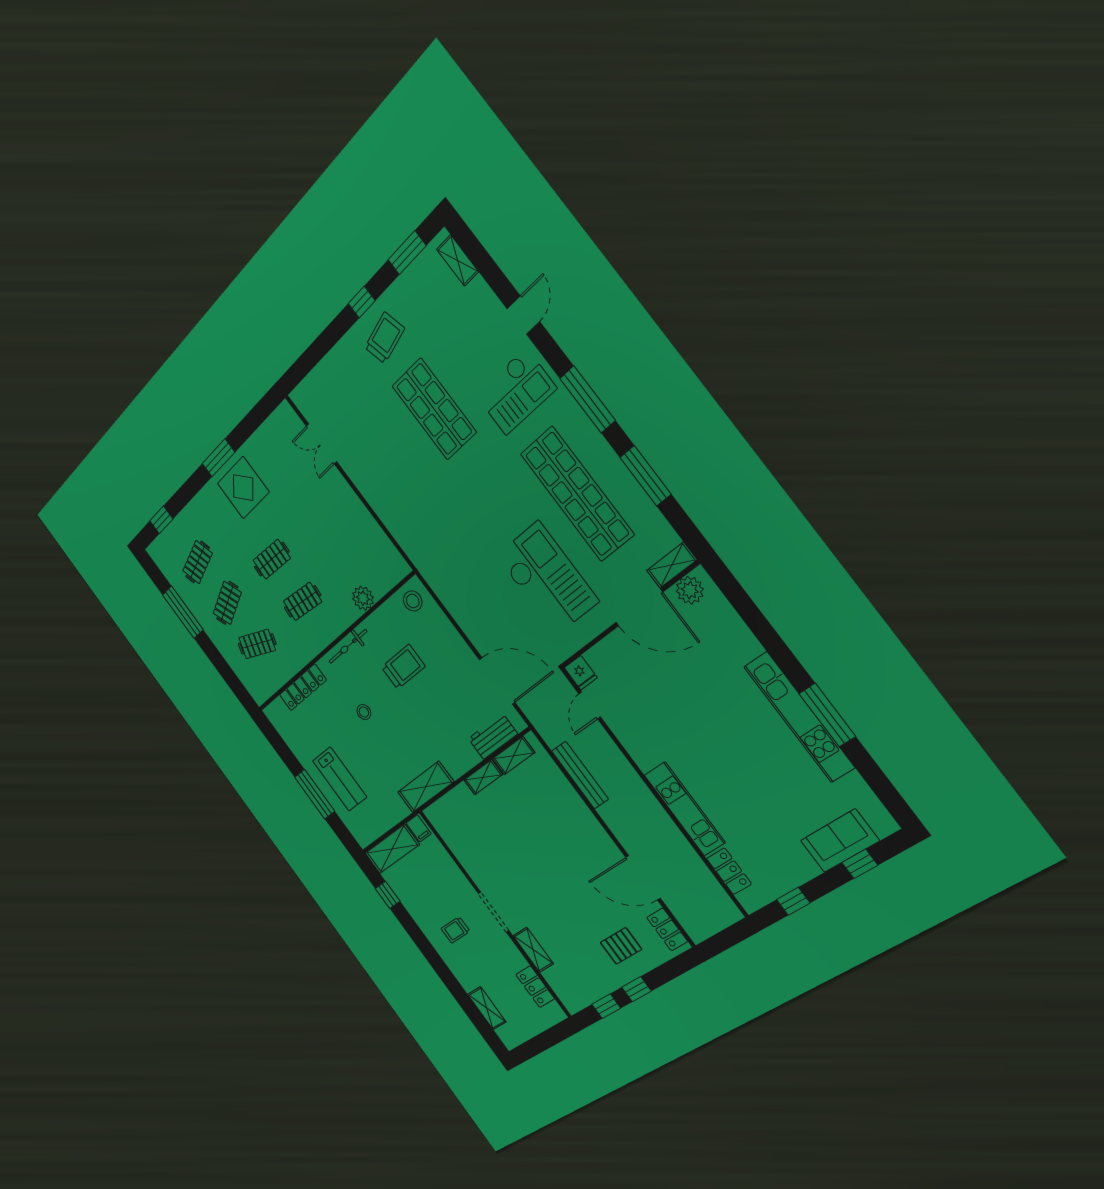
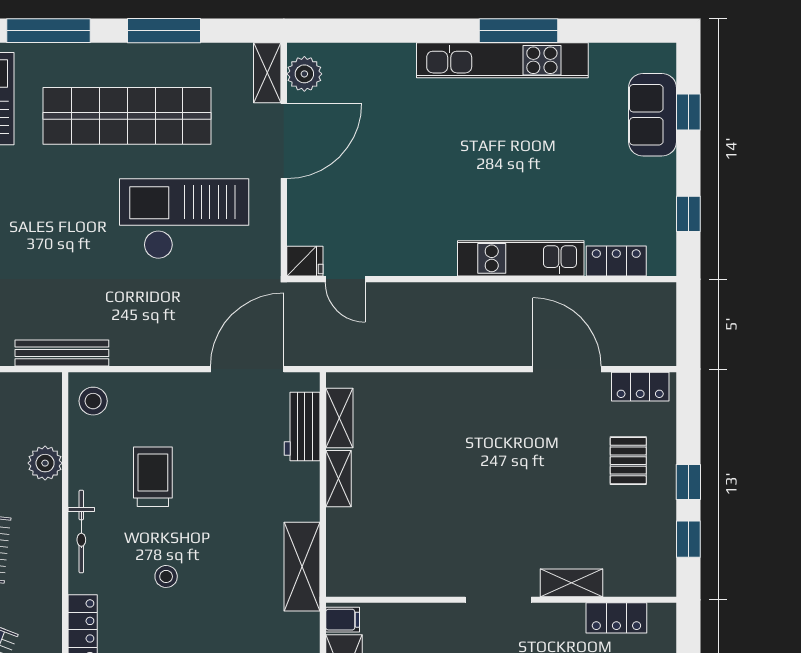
bench: (580, 775) -> (62, 353), moved
door: (643, 878) -> (567, 369), swing flipped

